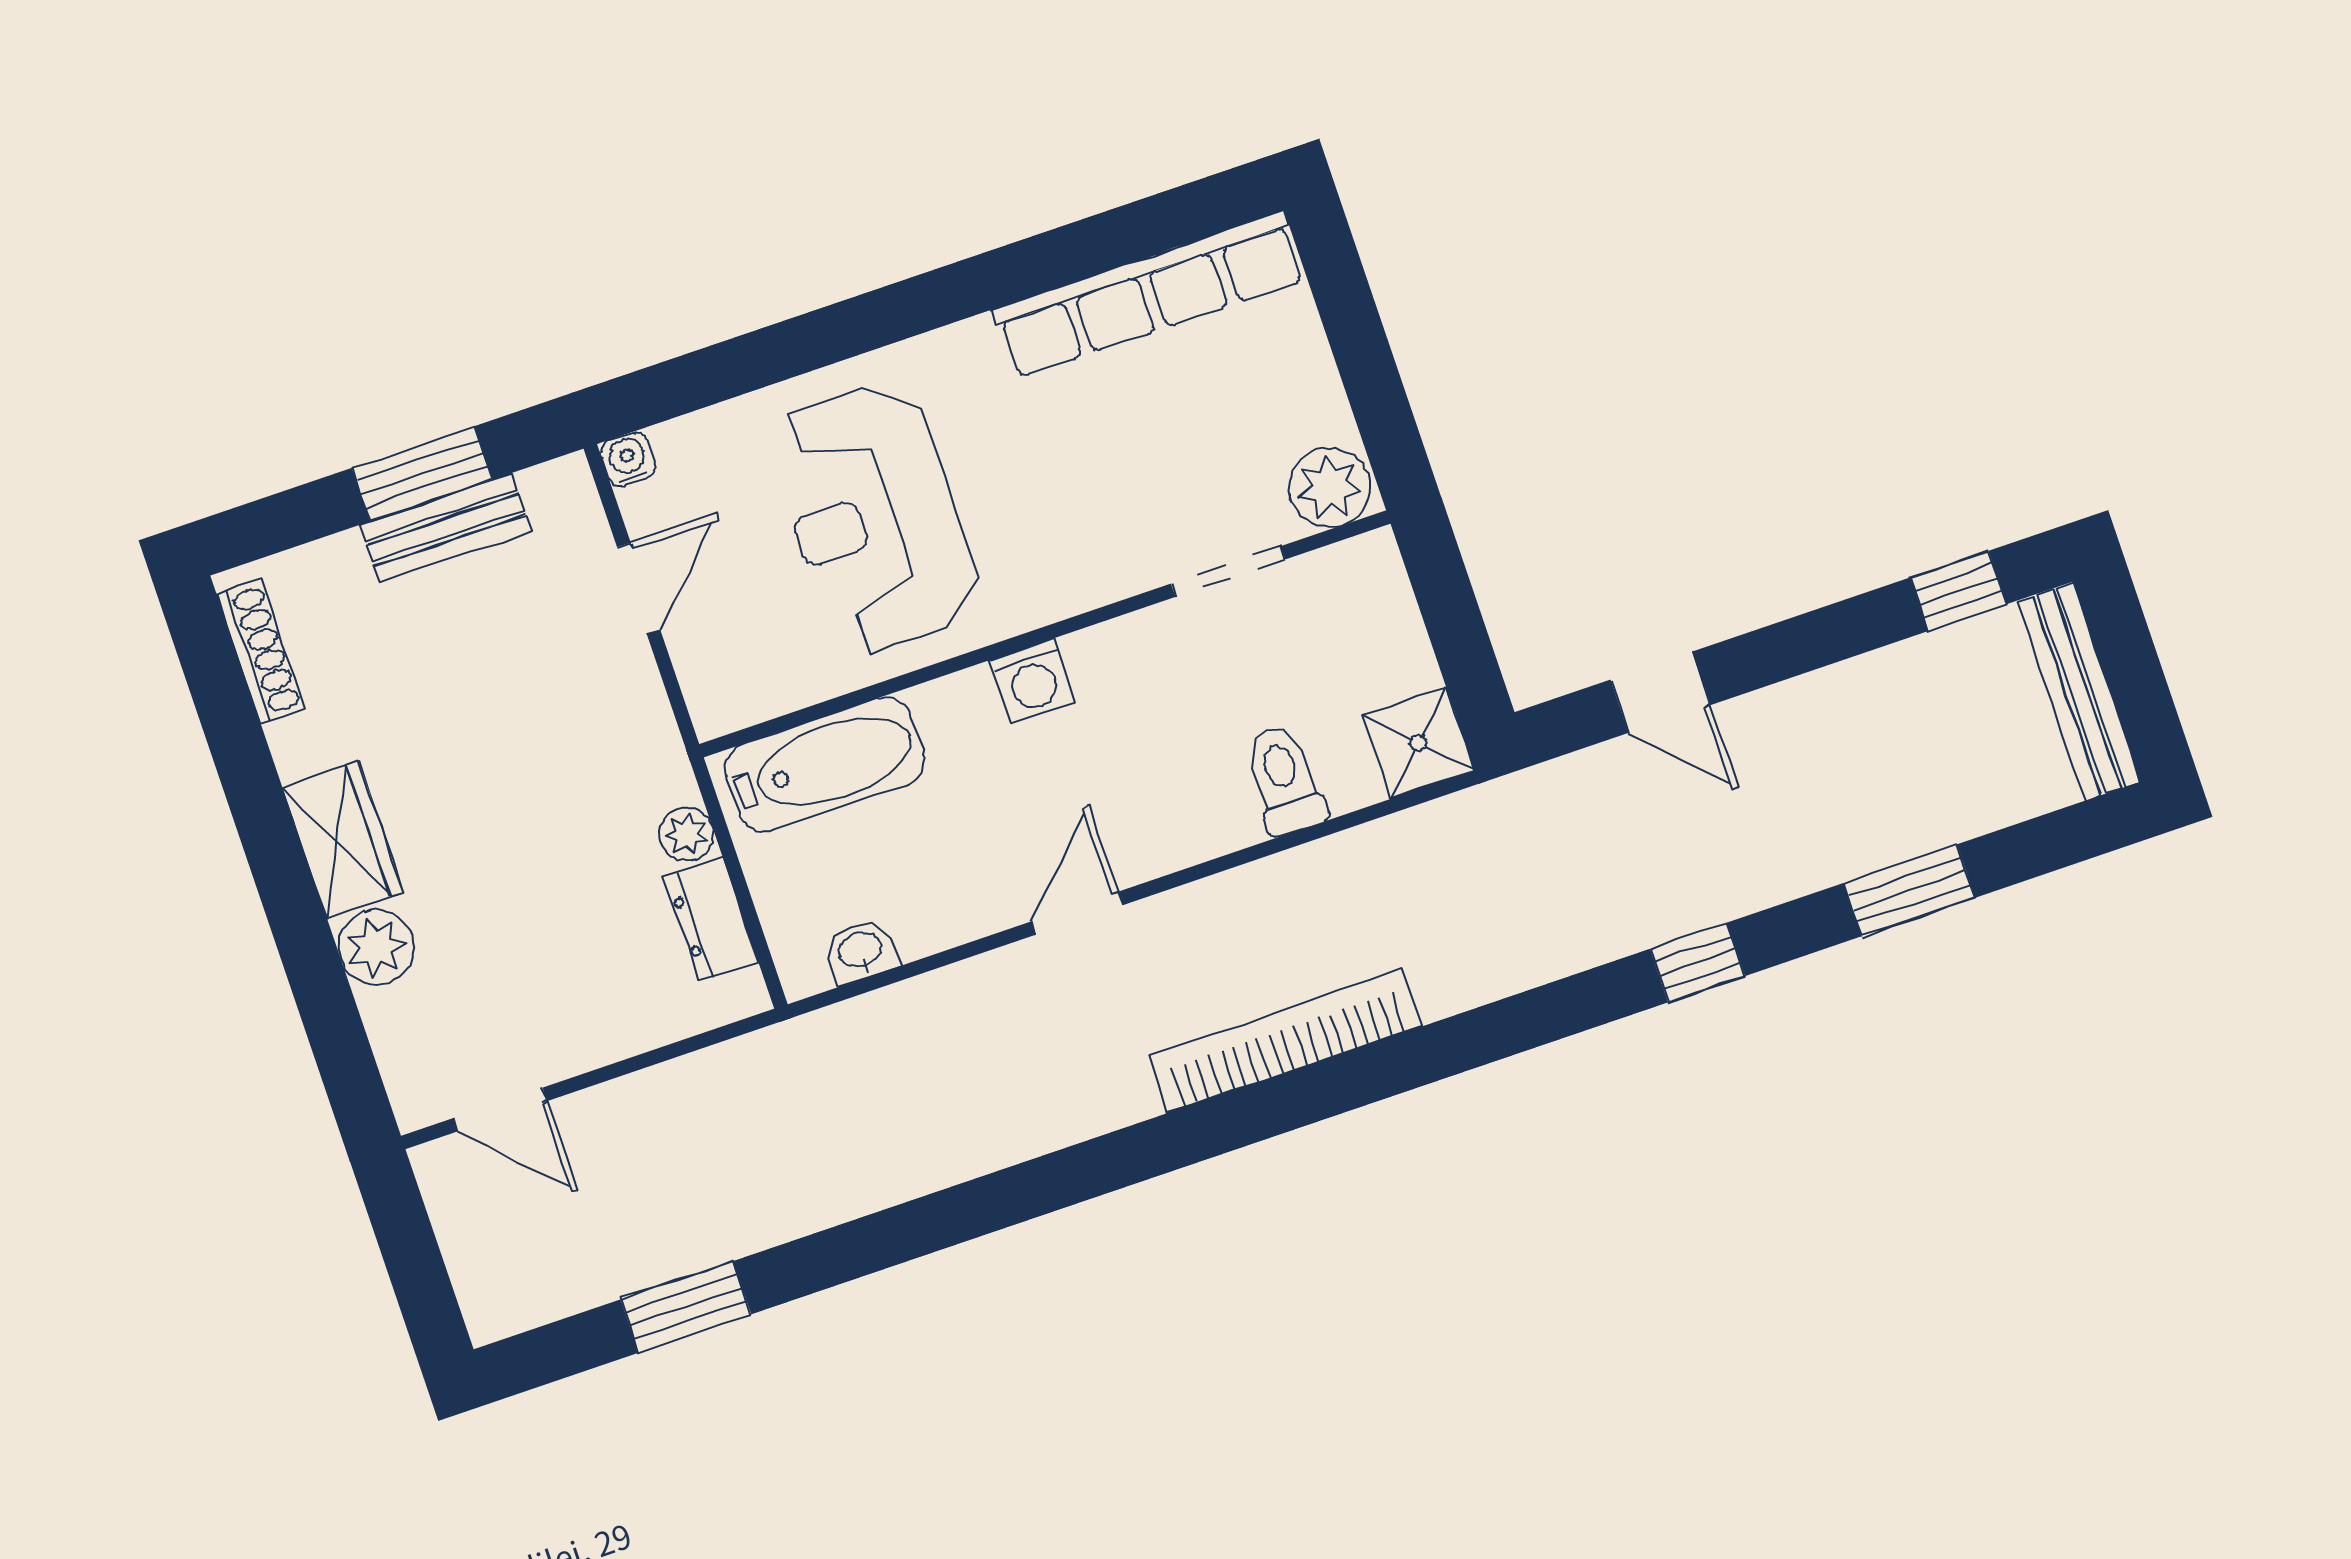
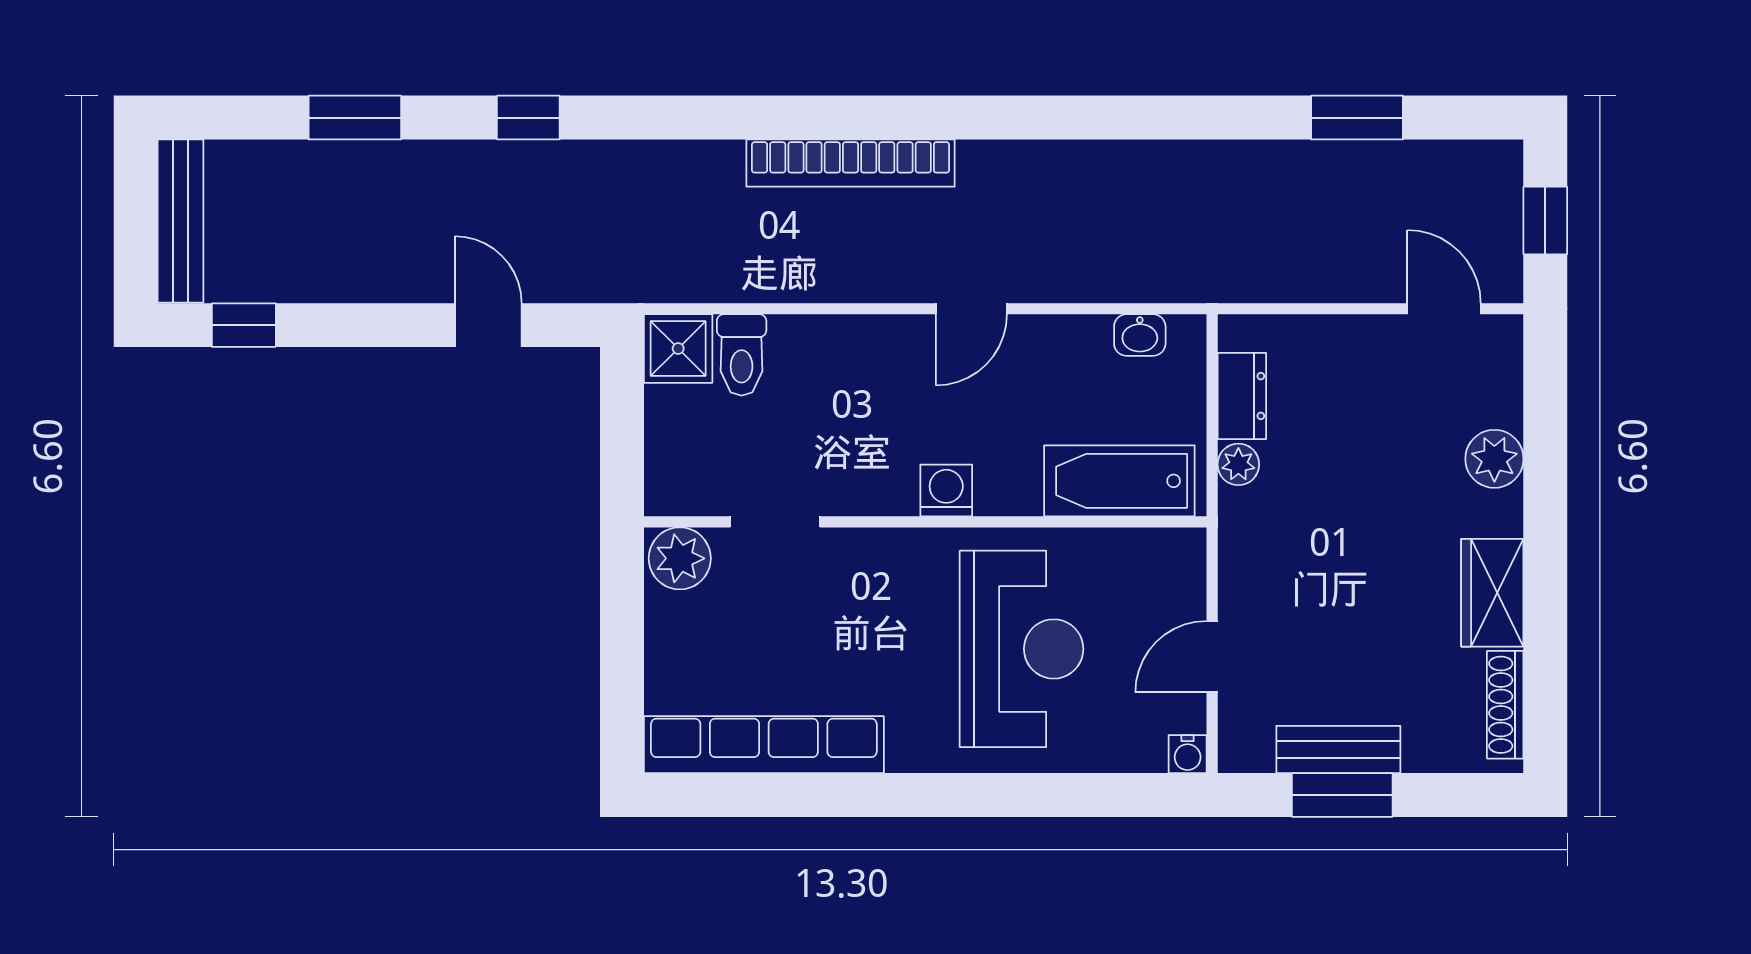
toilet: (1284, 780) -> (742, 355), moved
wardrobe: (343, 840) -> (1492, 593), moved
window: (413, 1259) -> (1545, 220), added

